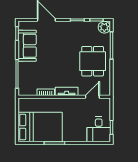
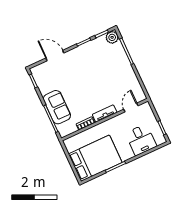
sofa: (27, 46) -> (57, 107), moved
dining table: (93, 61) -> (116, 74), removed
desk: (99, 129) -> (141, 140), moved

